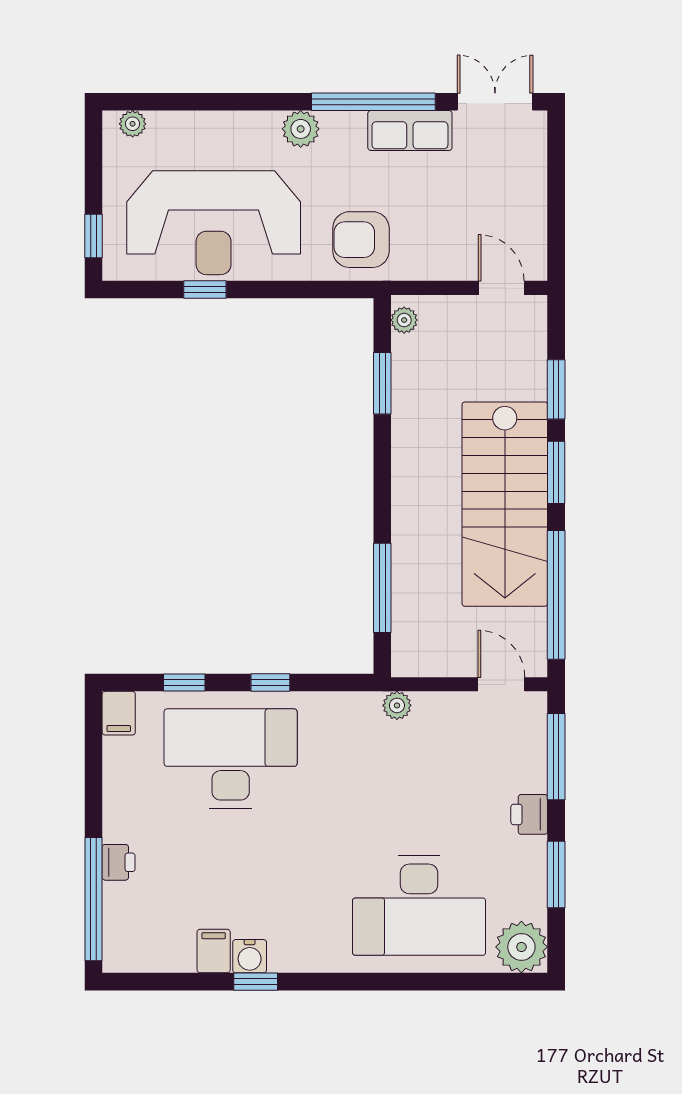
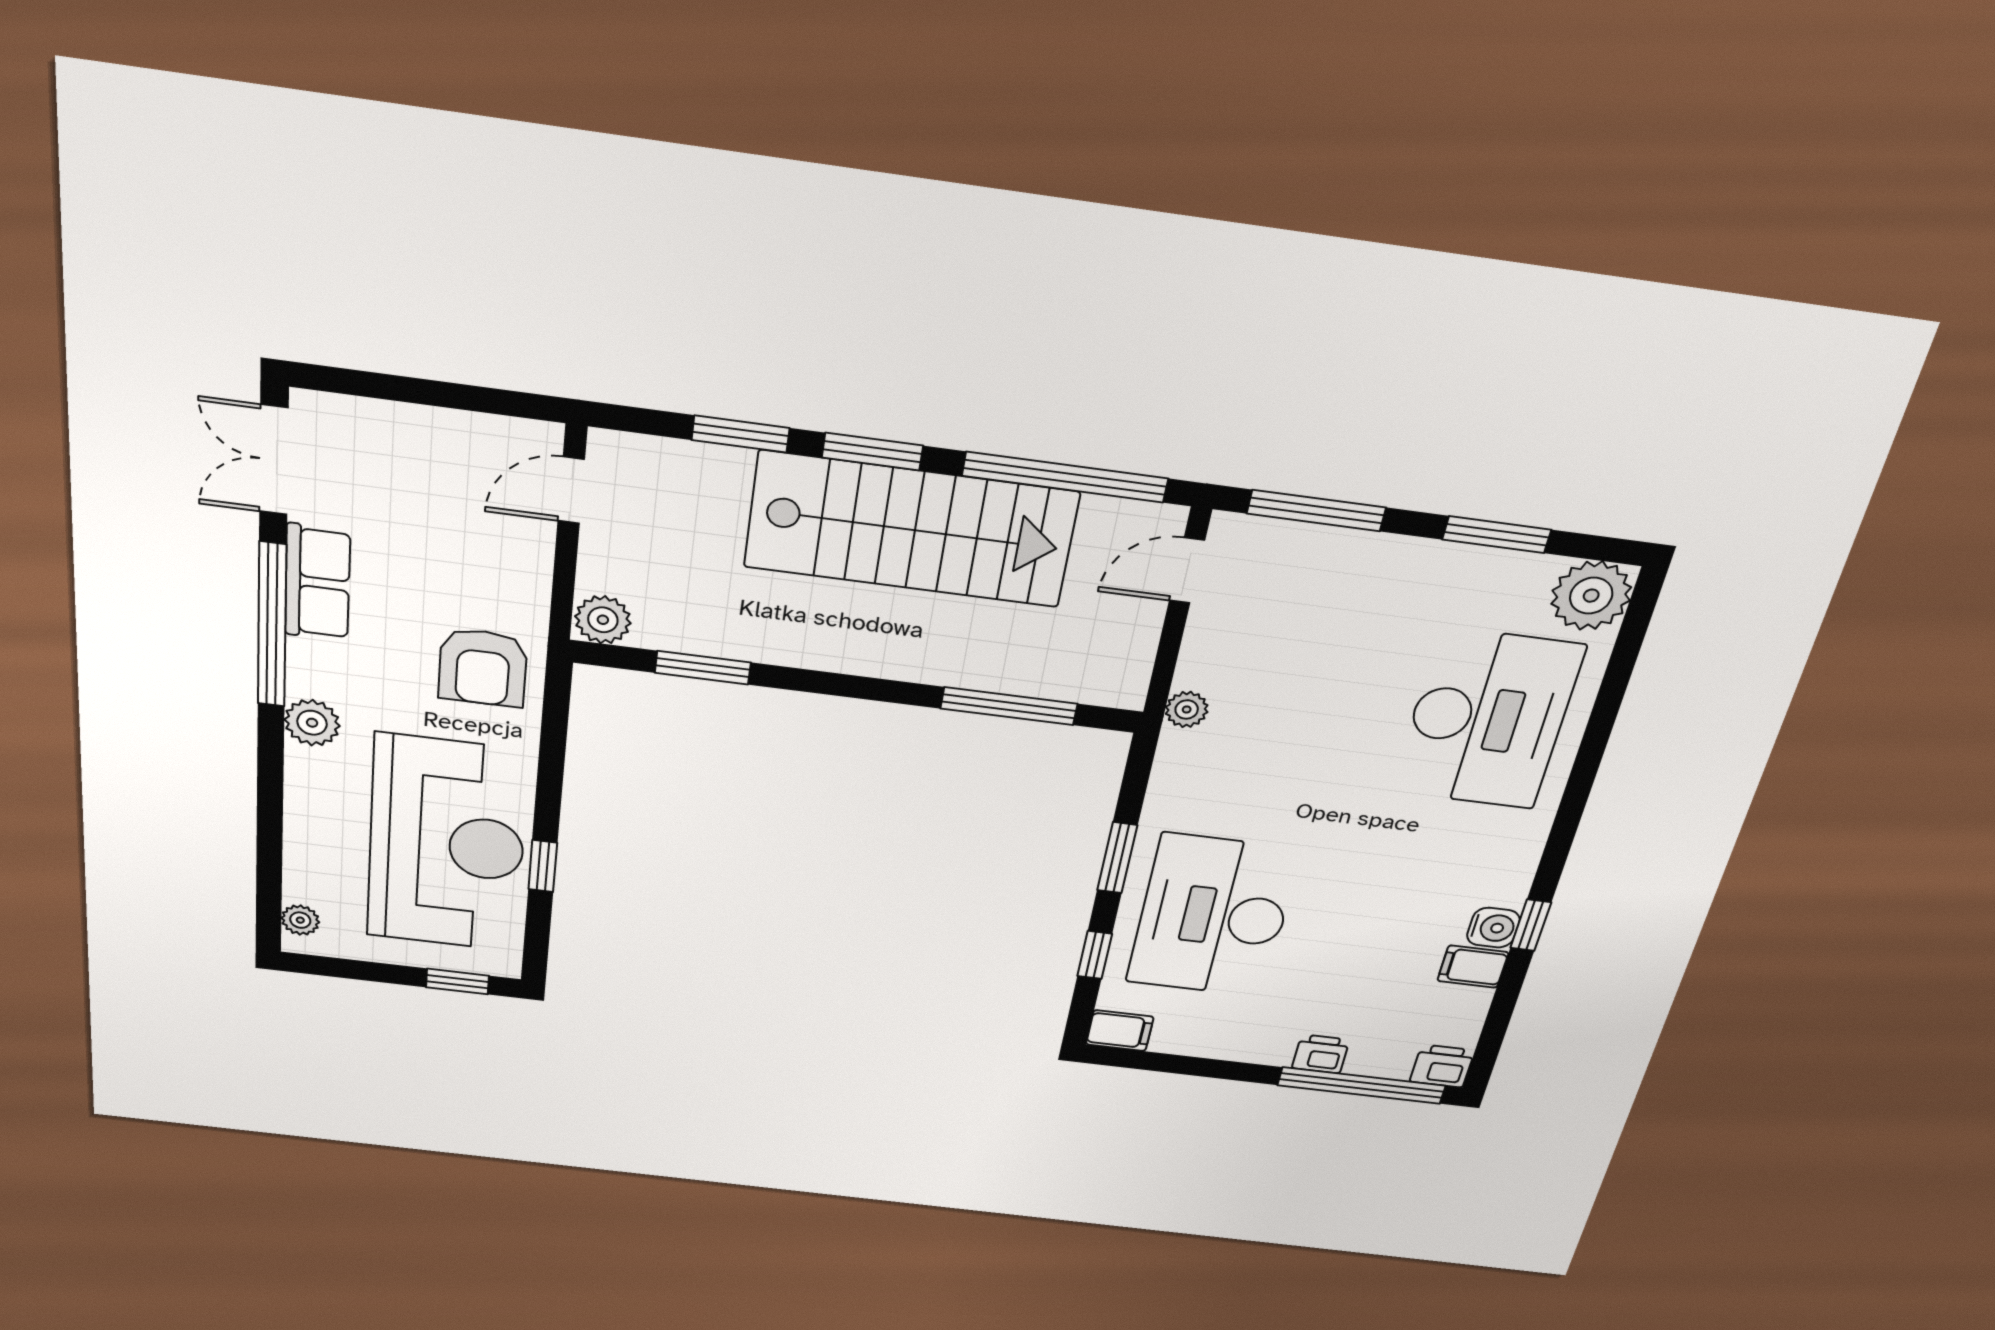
plant: (404, 320) -> (603, 620), width x1.38, depth x1.38
window: (270, 683) -> (1117, 858), width x1.50
printer: (529, 814) -> (1442, 1066), moved, turned 180

